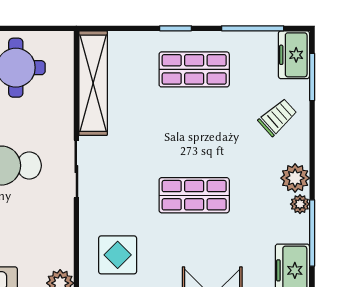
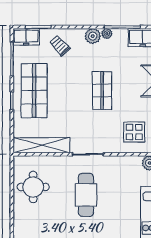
shop shelf: (194, 69) -> (34, 91), width x1.43, depth x1.36

